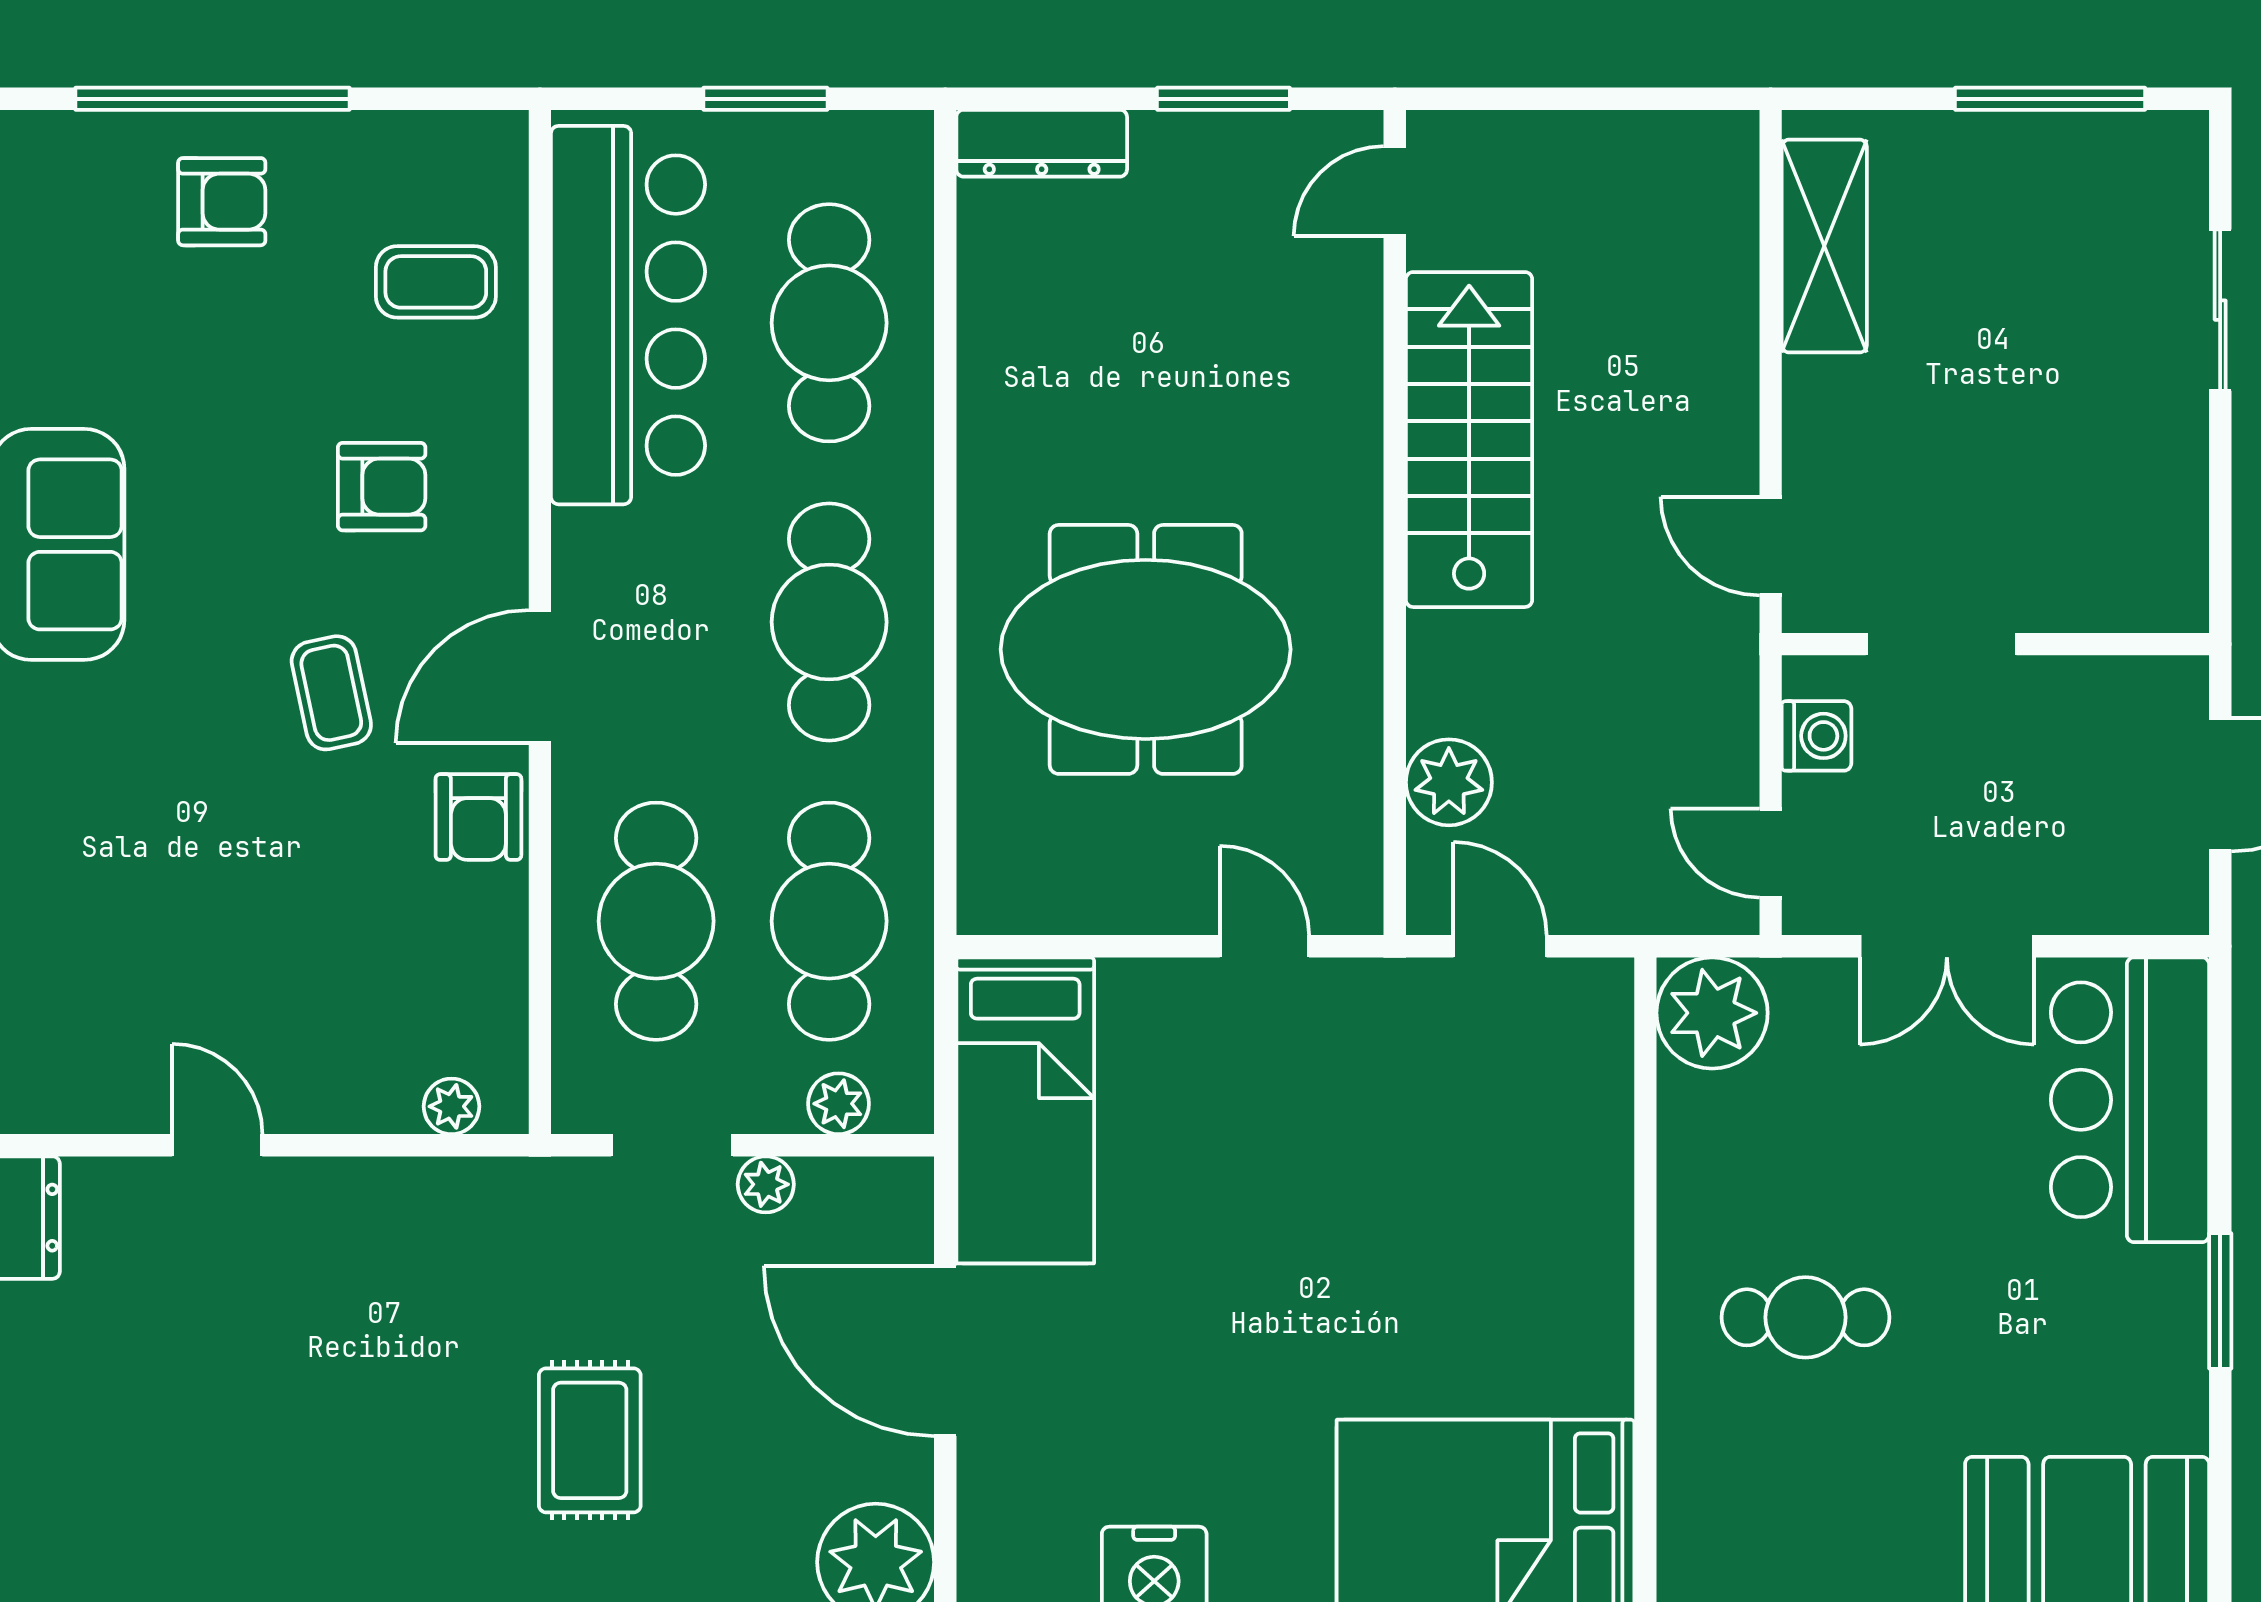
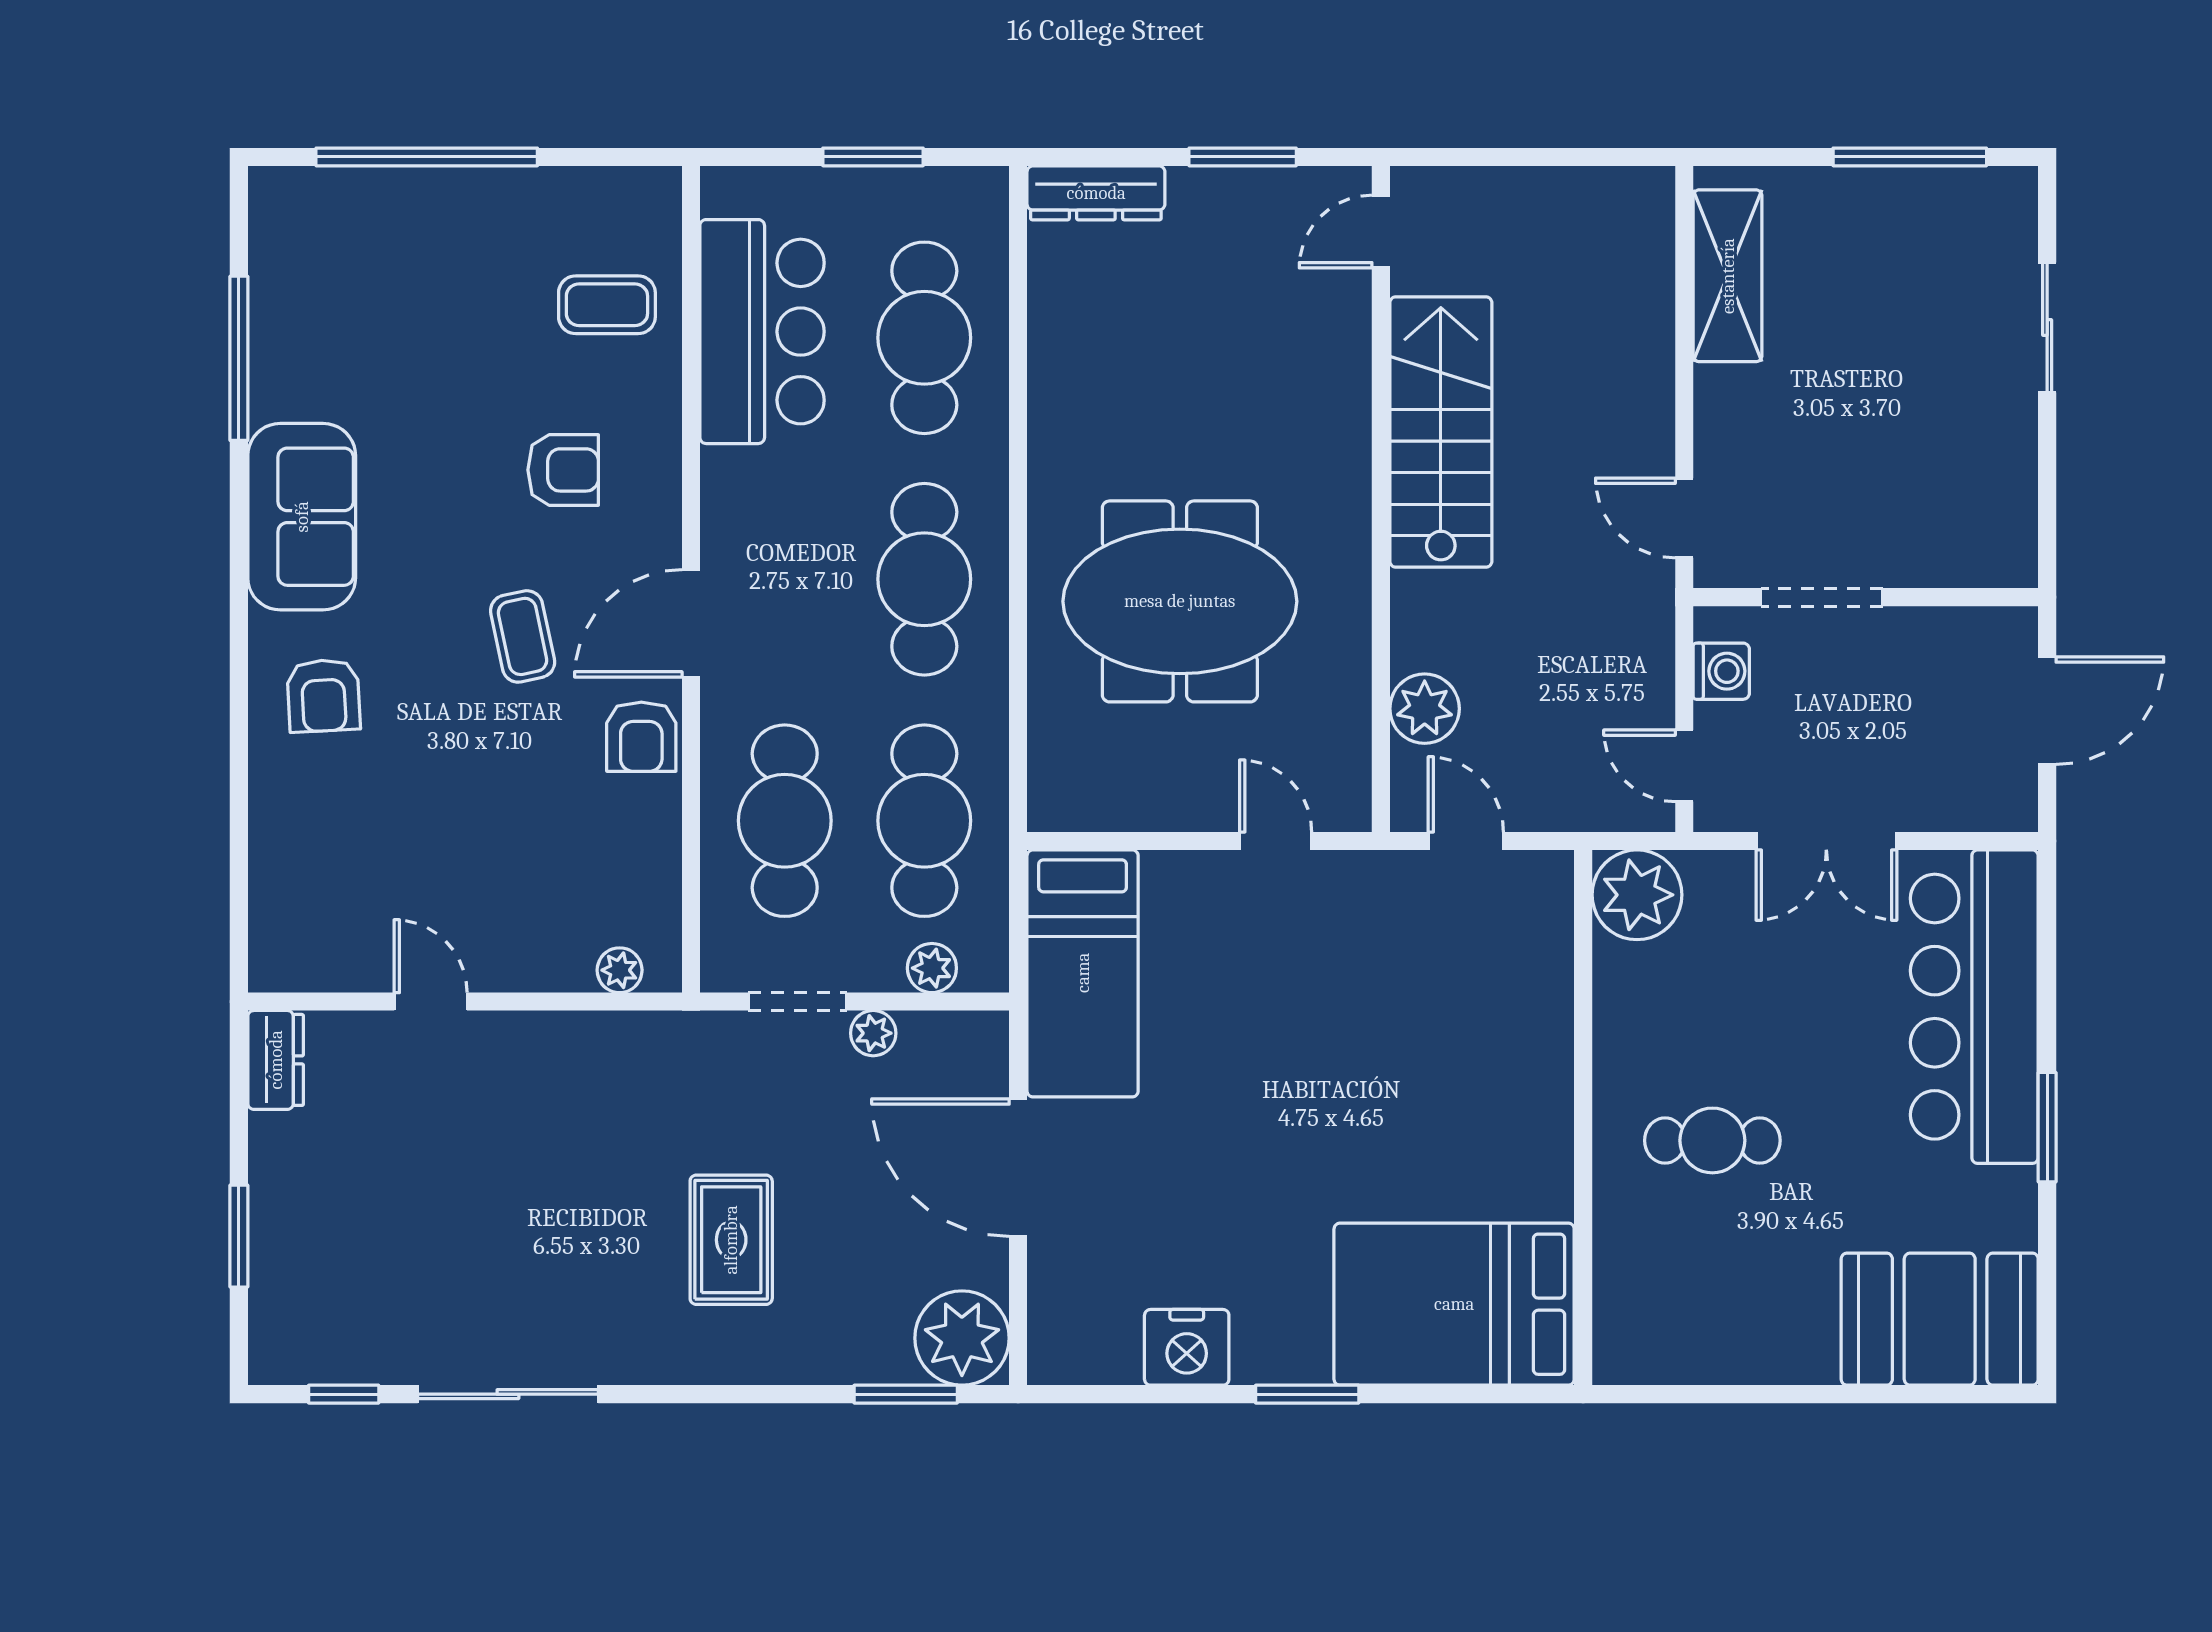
armchair: (222, 202) -> (324, 696), moved, turned 87
bar counter: (628, 315) -> (762, 332), width x0.73
bar counter: (2130, 1100) -> (1974, 1007), width x1.36

